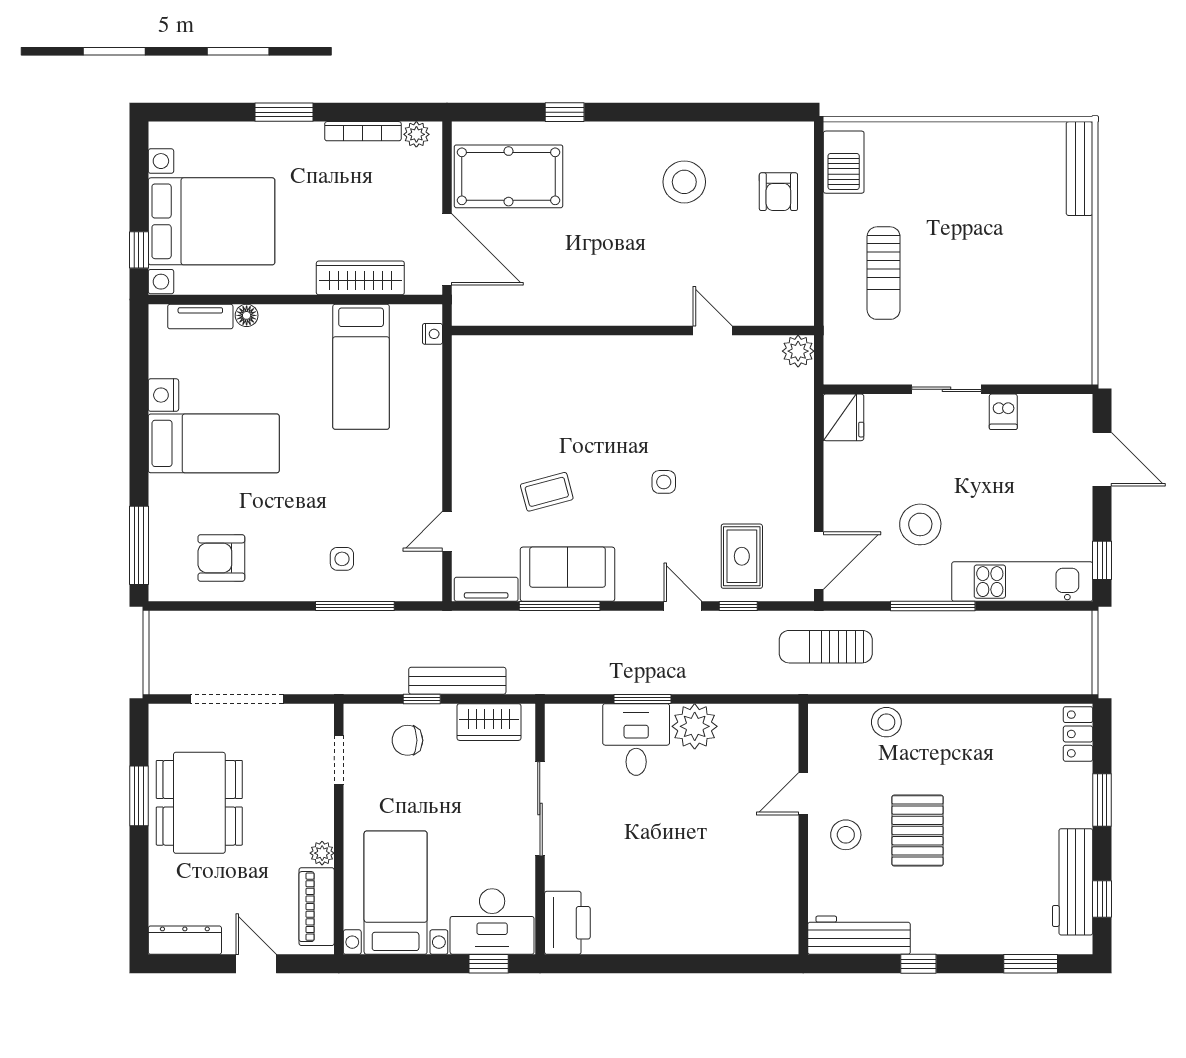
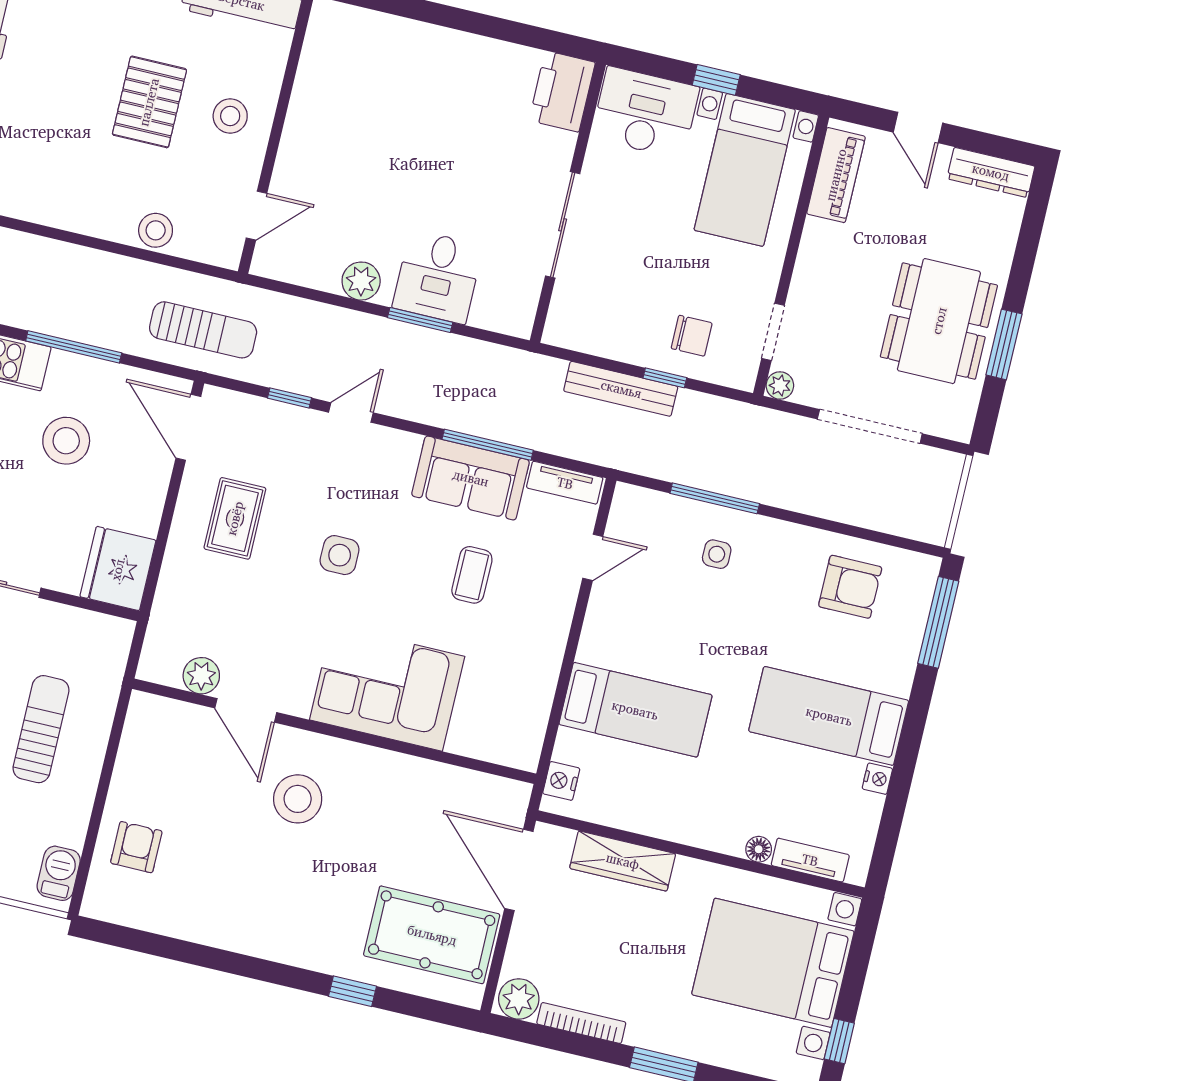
plant: (416, 134) -> (519, 999), width x1.38, depth x1.38
barbecue: (844, 162) -> (59, 873), width x0.73, depth x0.79
stool: (684, 182) -> (298, 799), moved
window: (139, 250) -> (839, 1041), moved
door: (713, 330) -> (246, 710), width x1.38
nightstand: (432, 334) -> (561, 781), width x1.39, depth x1.35
plant: (798, 351) -> (201, 676), moved
bed: (361, 367) -> (635, 710), moved, turned 90
corner sofa: (596, 378) -> (387, 688), added
nightstand: (163, 395) -> (877, 779), width x0.72, depth x0.74
fridge: (843, 417) -> (118, 568), width x1.36, depth x1.34
side table: (664, 482) -> (340, 555), width x1.37, depth x1.37
coffee table: (547, 492) -> (472, 575), turned -75
rug: (742, 556) -> (235, 518), moved
door: (819, 561) -> (188, 427), hinge flipped
door: (683, 606) -> (351, 412), swing flipped
wardrobe: (489, 722) -> (596, 335), removed
plant: (695, 726) -> (361, 281), width x0.73, depth x0.73
door: (803, 794) -> (257, 216), moved
plant: (322, 853) -> (780, 385), moved
window: (489, 964) -> (716, 80), moved

